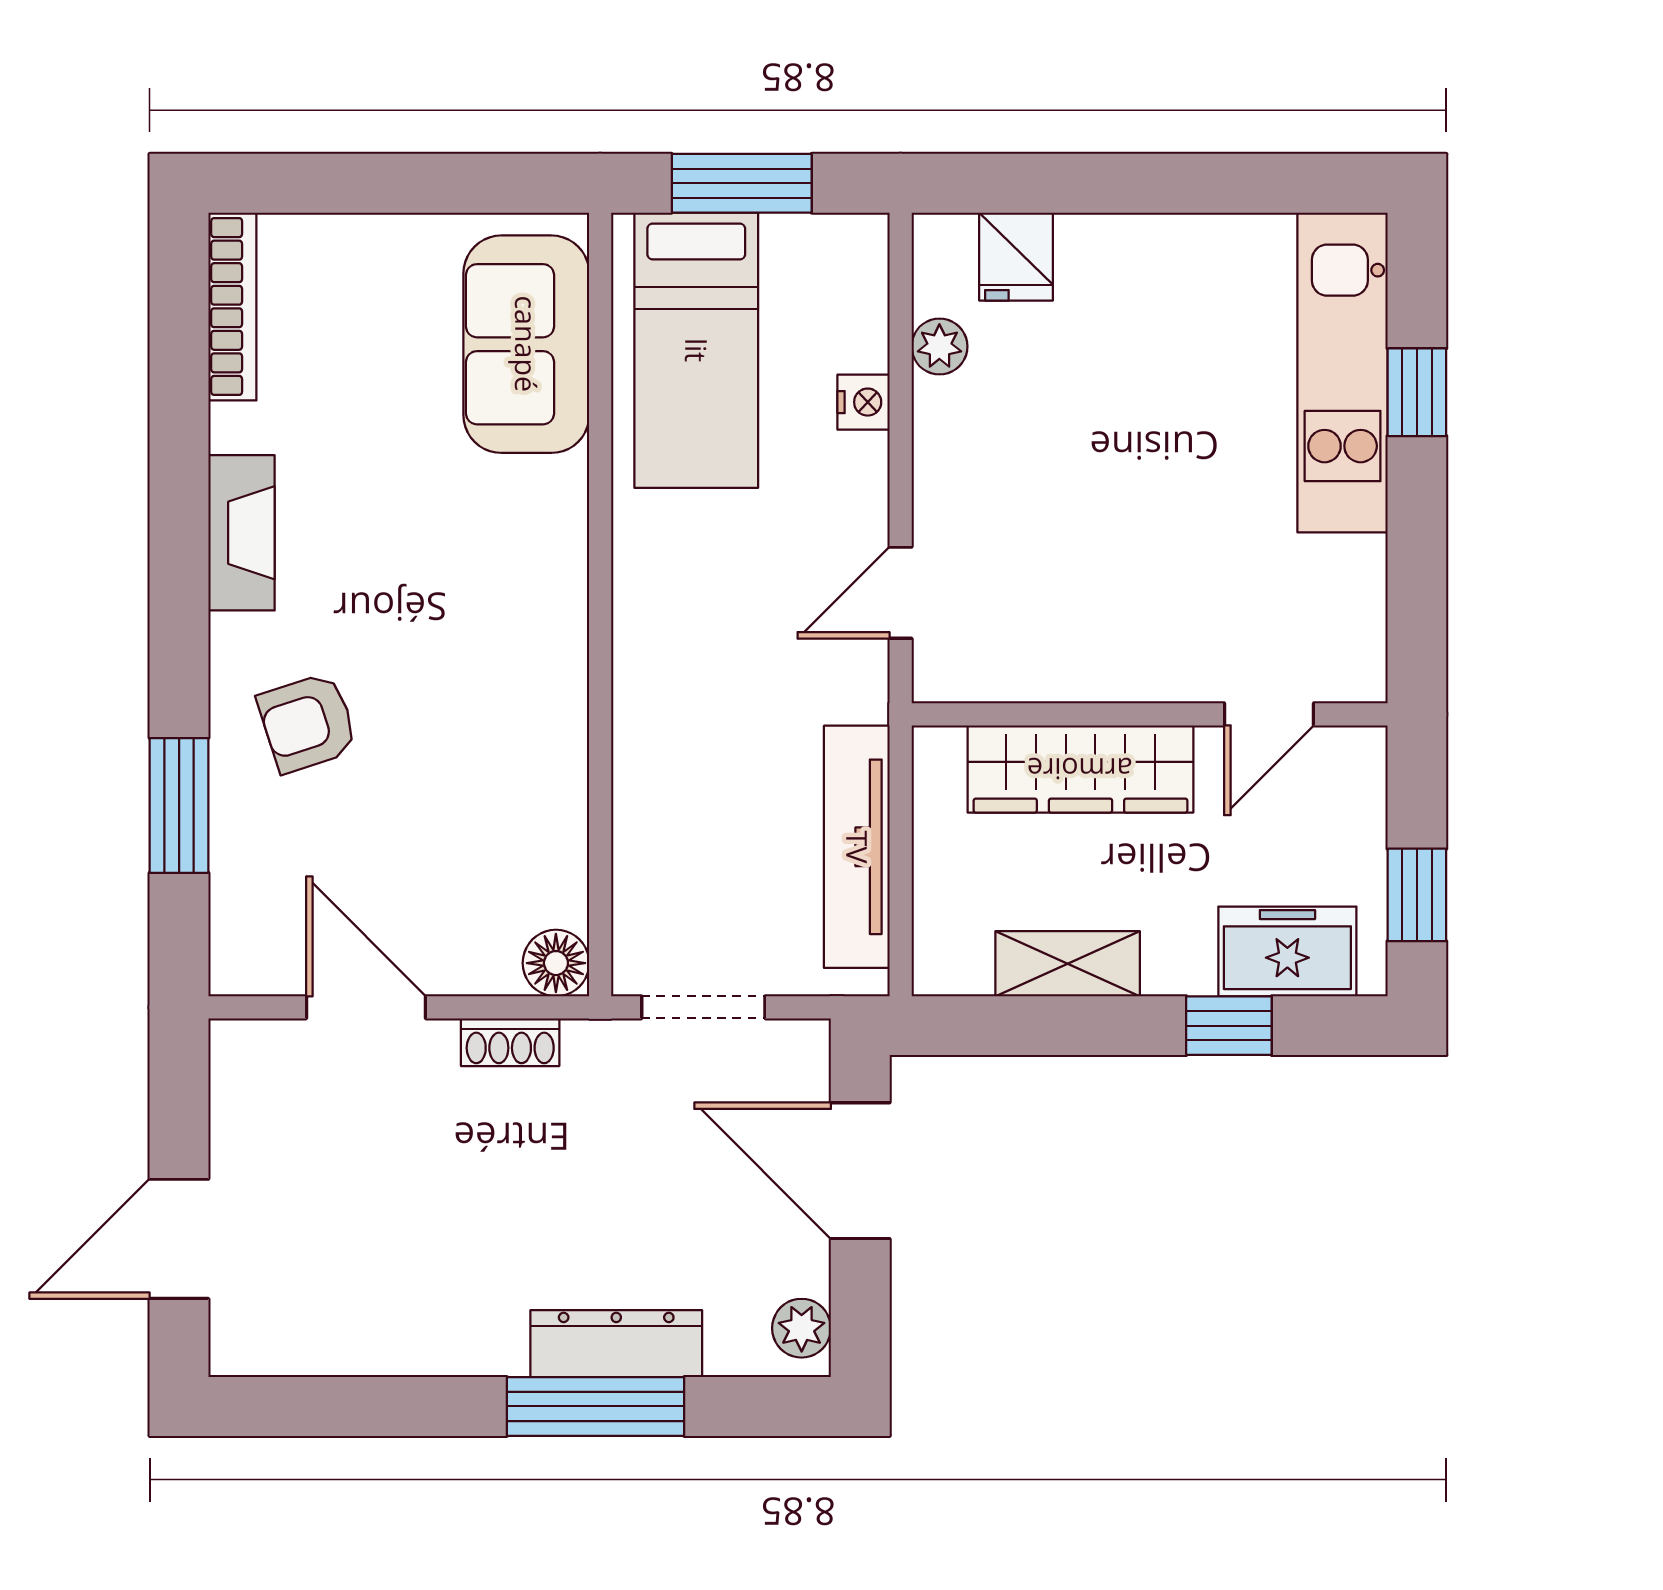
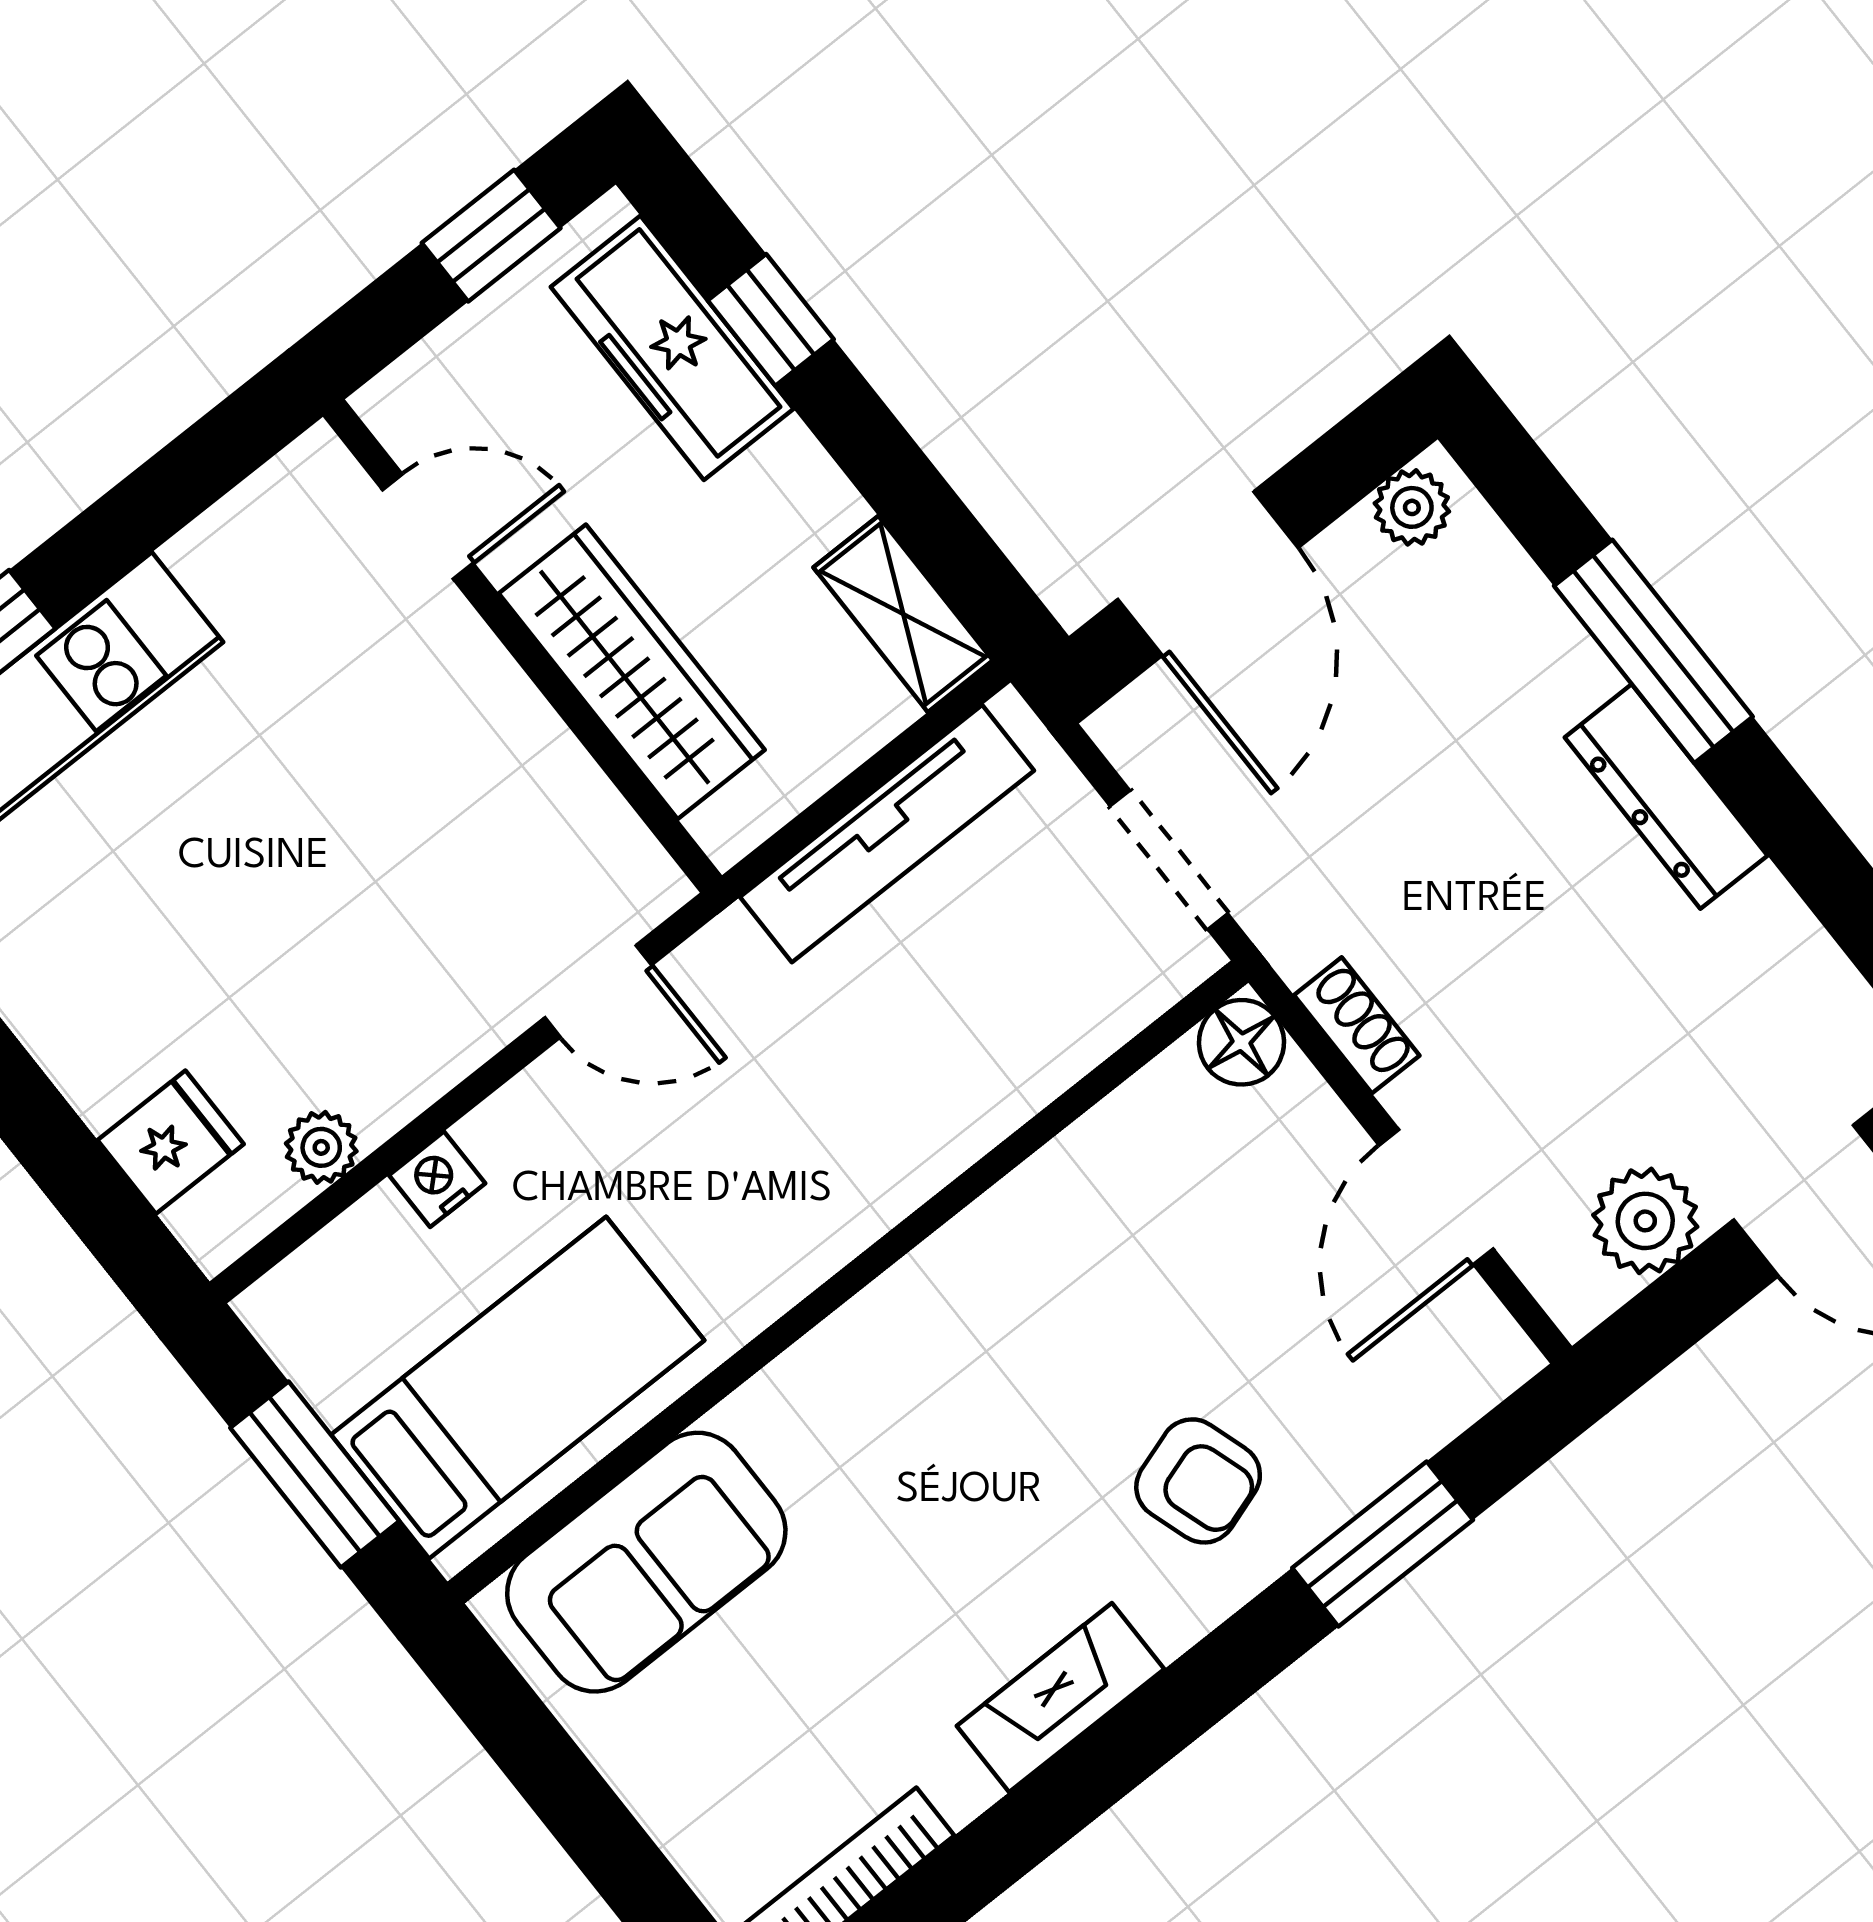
freezer: (1287, 951) -> (672, 348), width x1.40
shelving: (1068, 964) -> (903, 614), moved
plant: (250, 1124) -> (1645, 1221), added
dresser: (616, 1344) -> (1666, 796), moved

